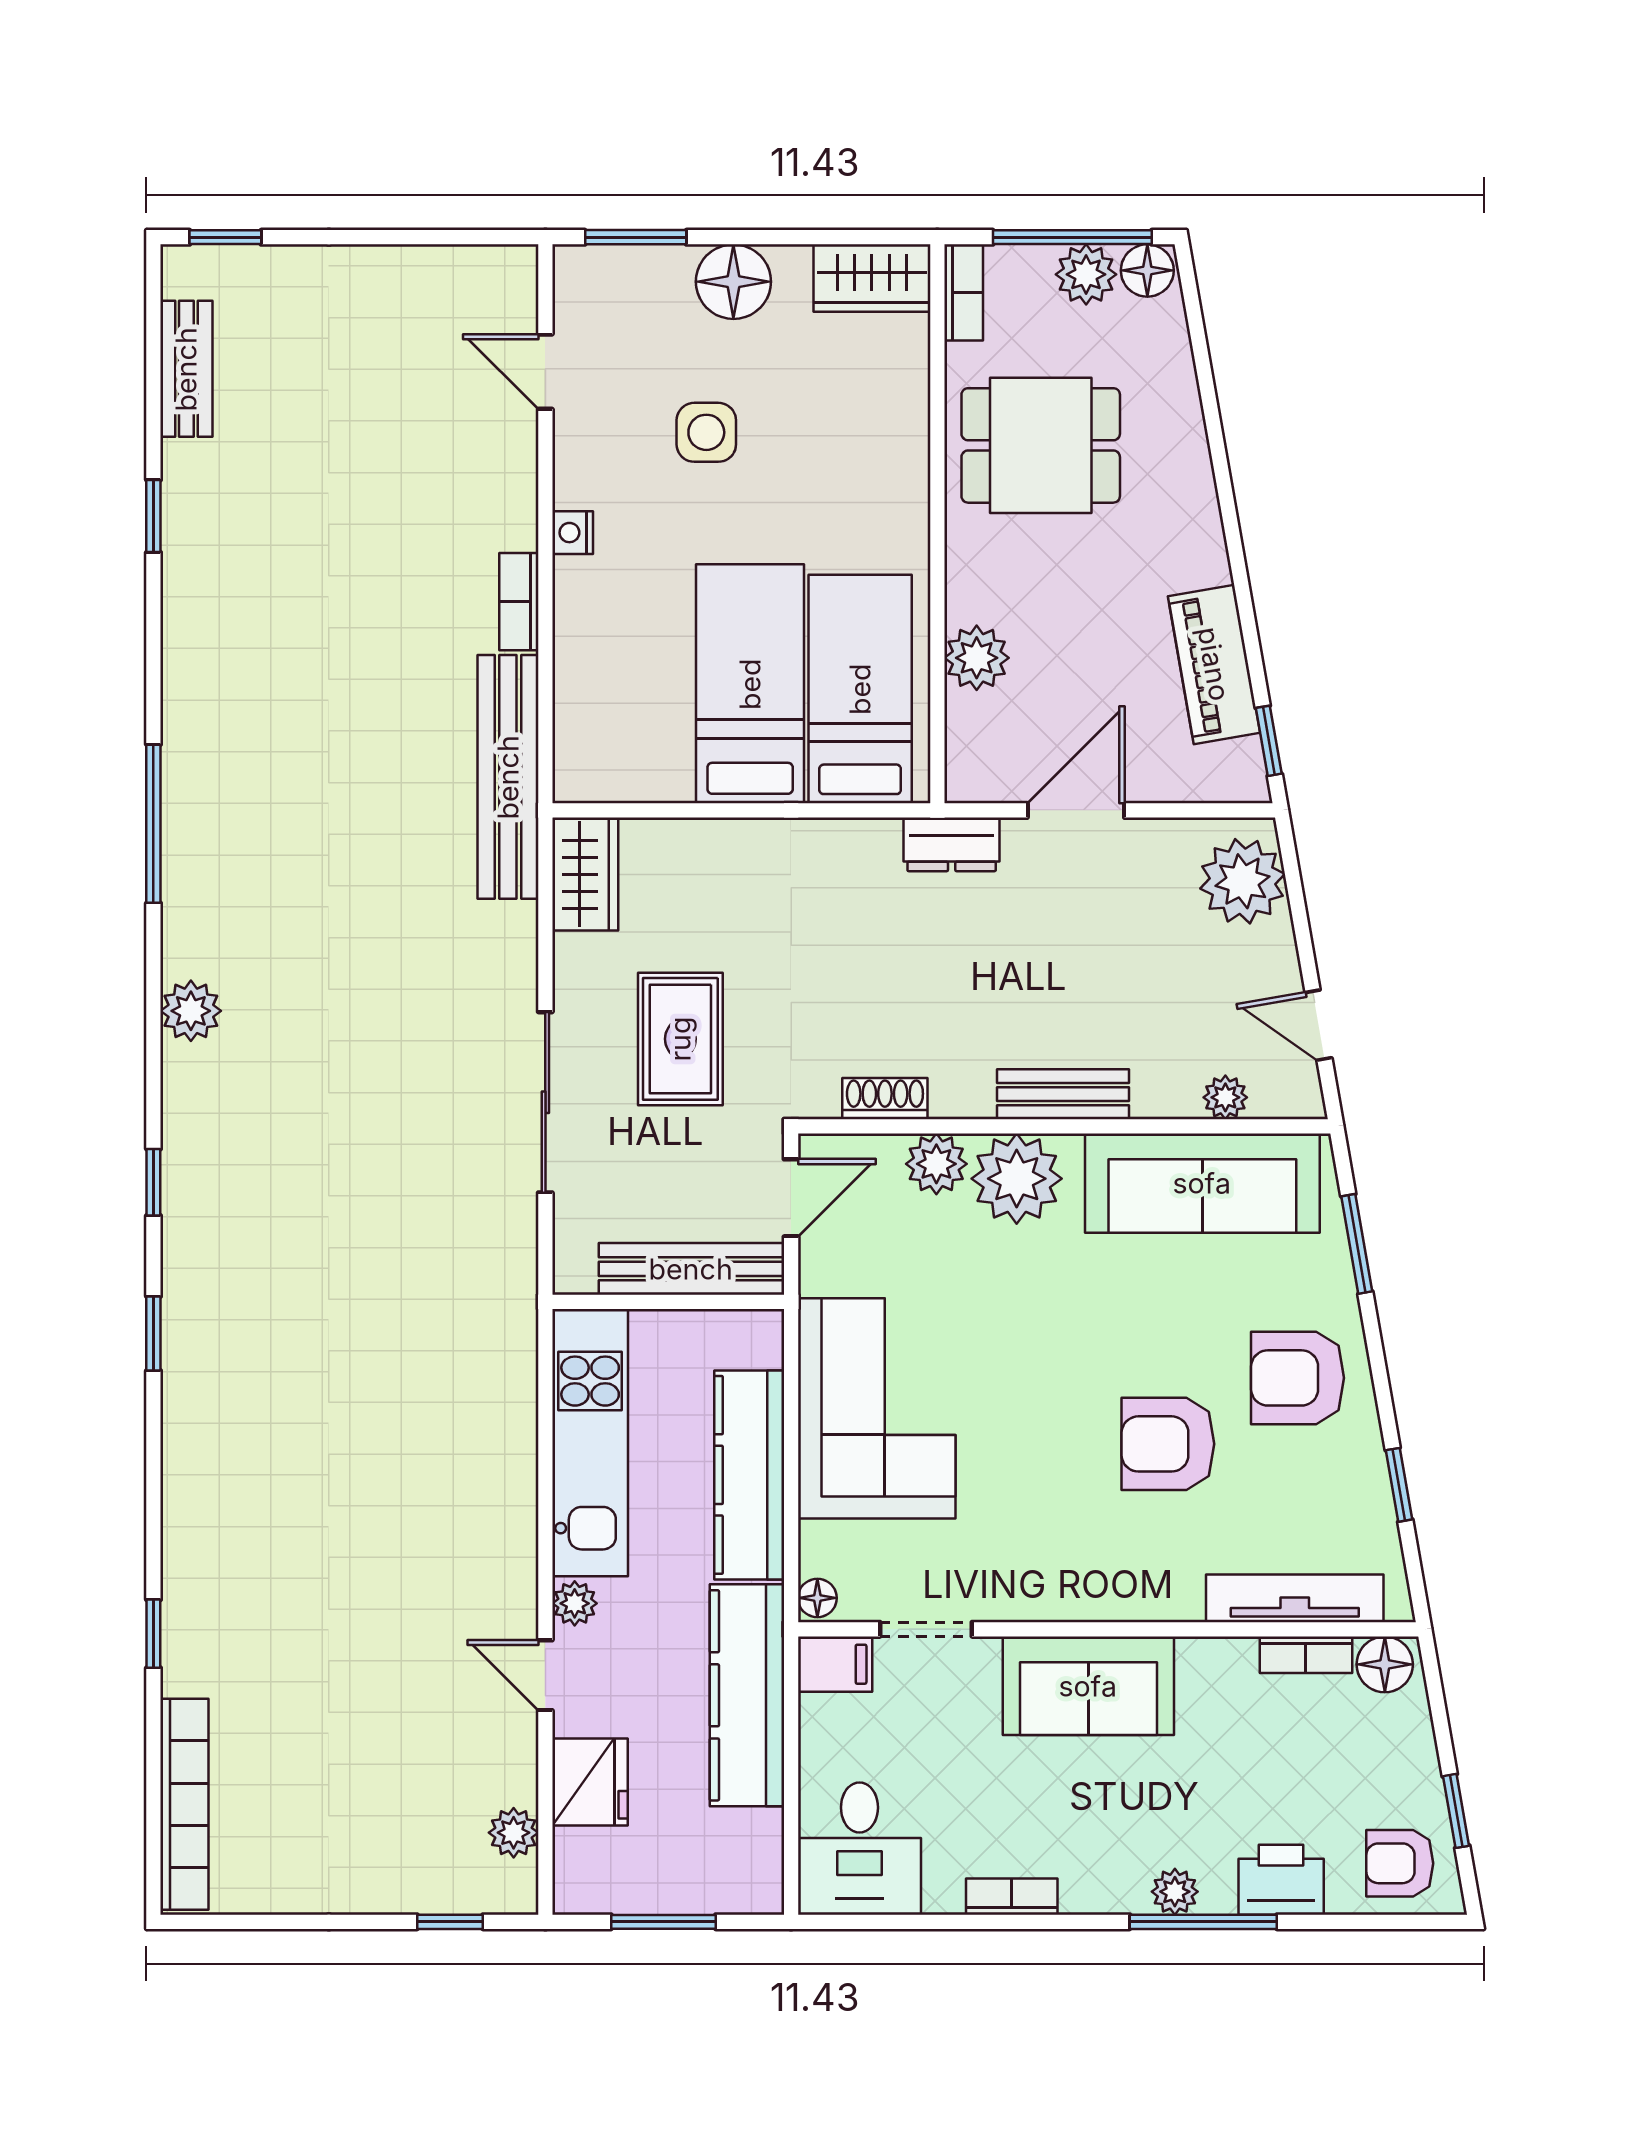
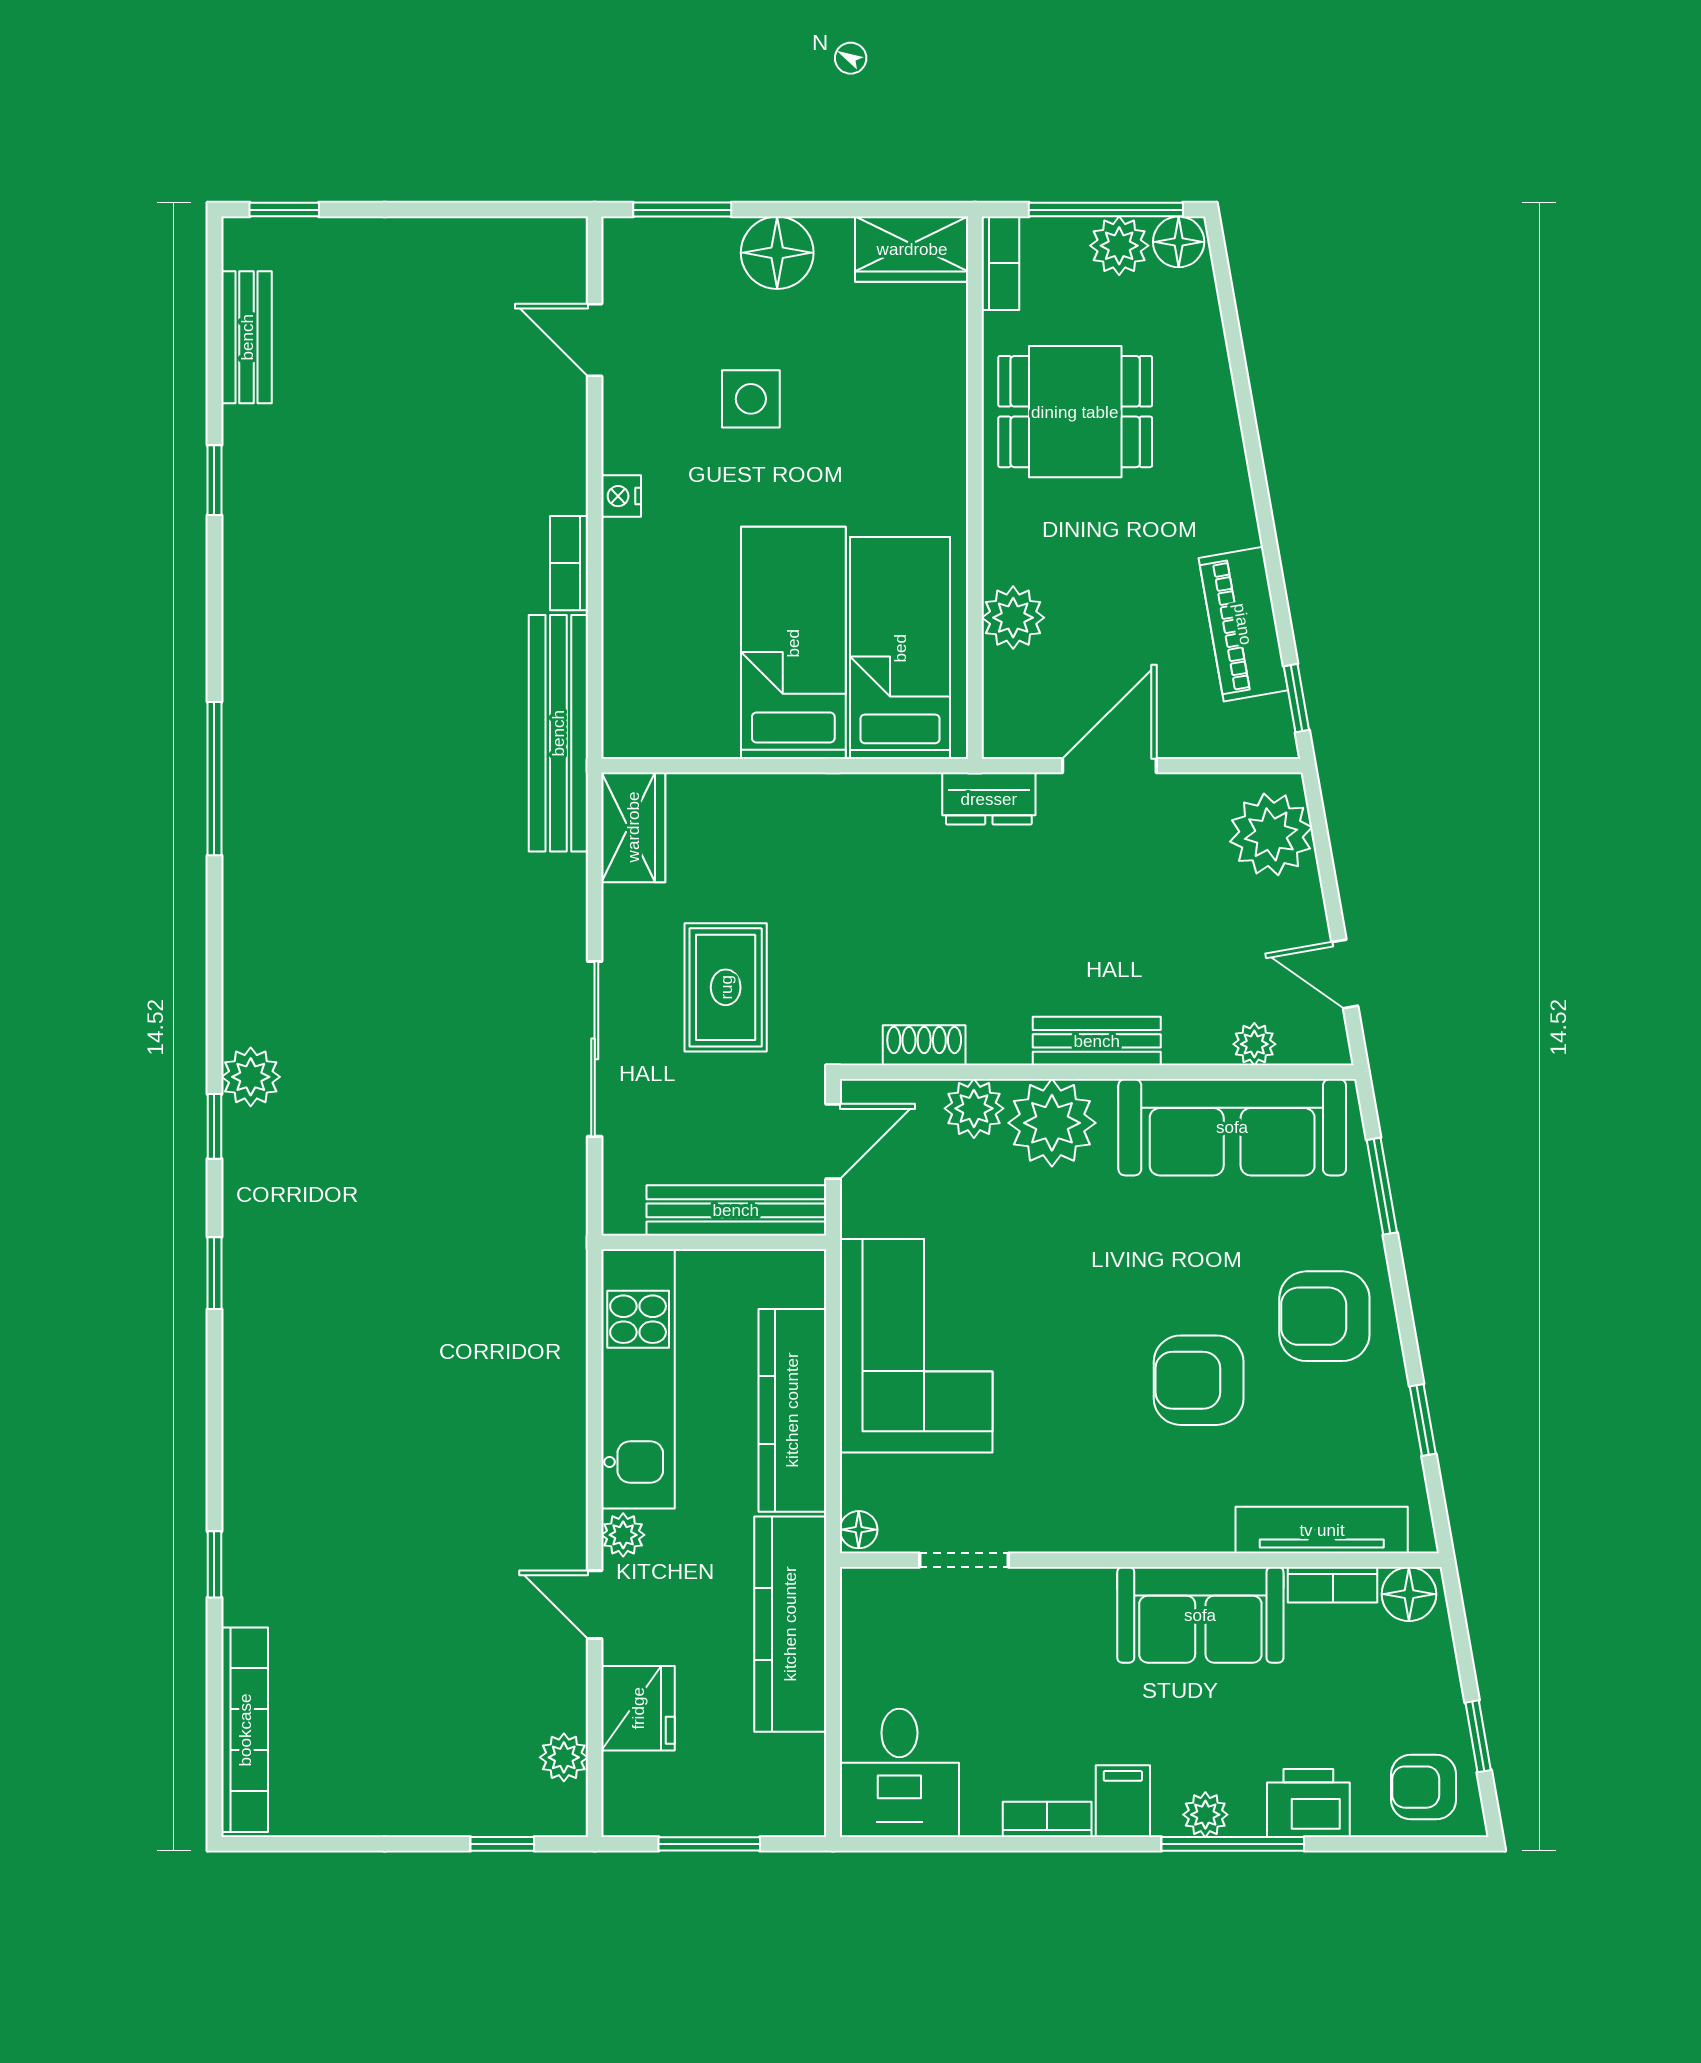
plant: (191, 1011) -> (251, 1077), moved
filing cabinet: (835, 1664) -> (1123, 1801), moved, turned -90
sofa: (1088, 1686) -> (1200, 1615), moved

